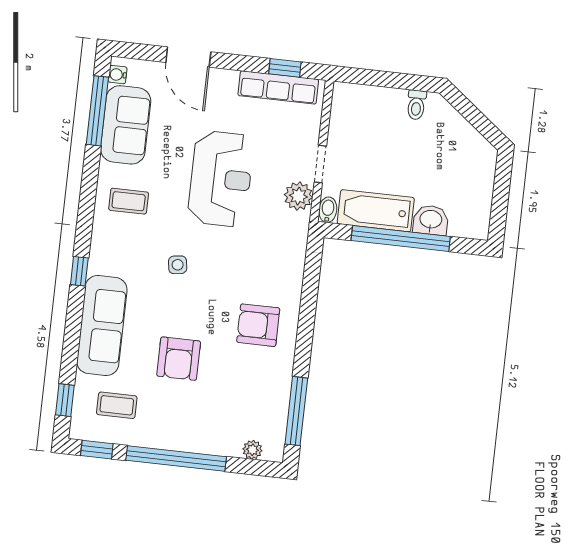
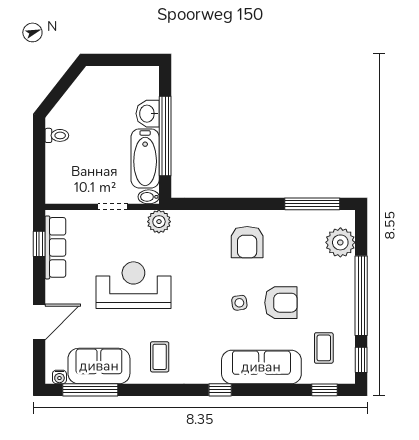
plant: (298, 196) -> (159, 222), moved
side table: (178, 265) -> (239, 303), moved
plant: (252, 450) -> (340, 242), width x1.87, depth x1.87

